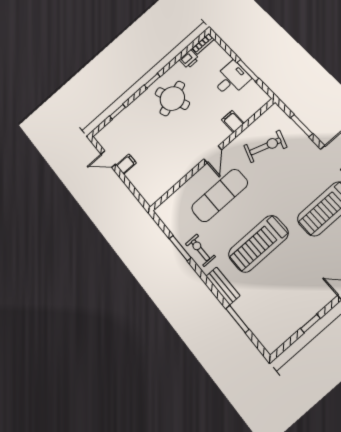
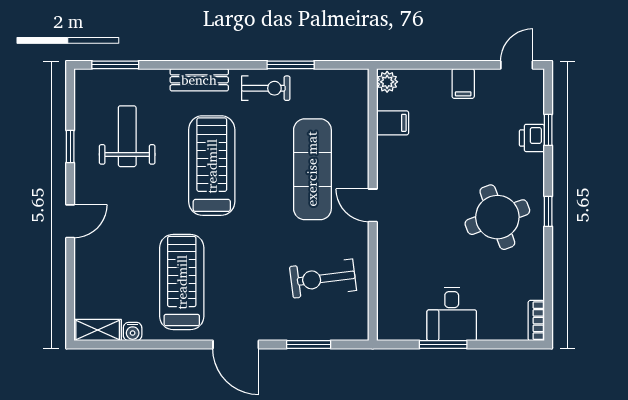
printer: (189, 59) -> (532, 138), moved
filing cabinet: (233, 122) -> (393, 123), moved
exercise bike: (265, 146) -> (323, 278), turned 64
door: (108, 159) -> (517, 65), moved
plant: (152, 197) -> (387, 82), added
weight bench: (280, 298) -> (127, 136), added
window: (237, 319) -> (115, 65), moved

